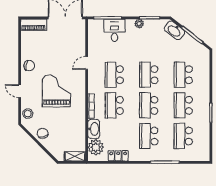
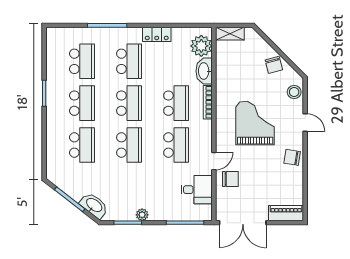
desk: (114, 30) -> (197, 190), moved, turned -90
chair: (74, 50) -> (230, 179), added
grand piano: (56, 91) -> (255, 123), turned 180
locker: (118, 156) -> (157, 34), moved

